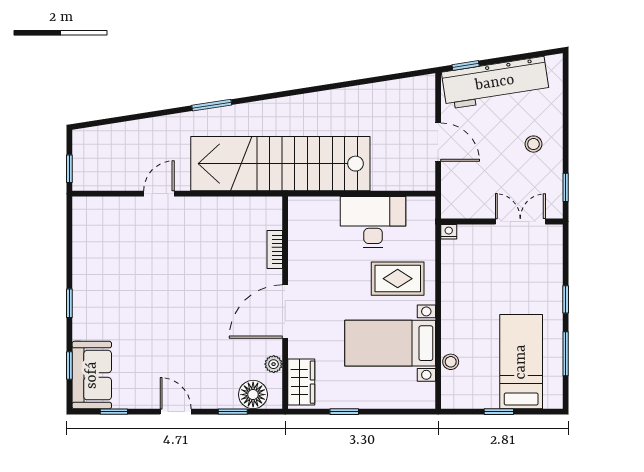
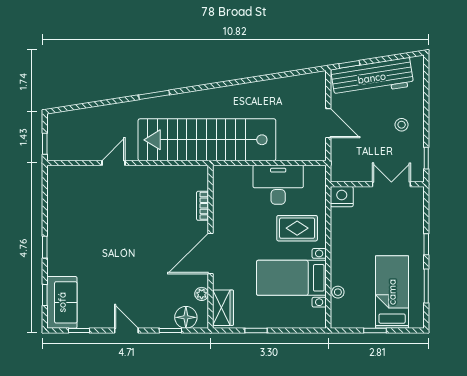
nightstand: (449, 232) -> (342, 197), width x1.89, depth x1.79

